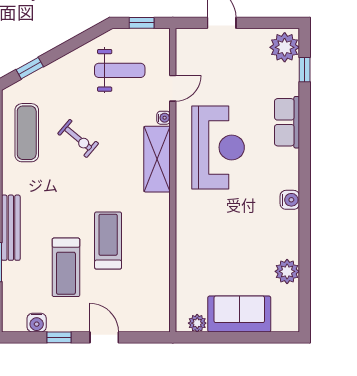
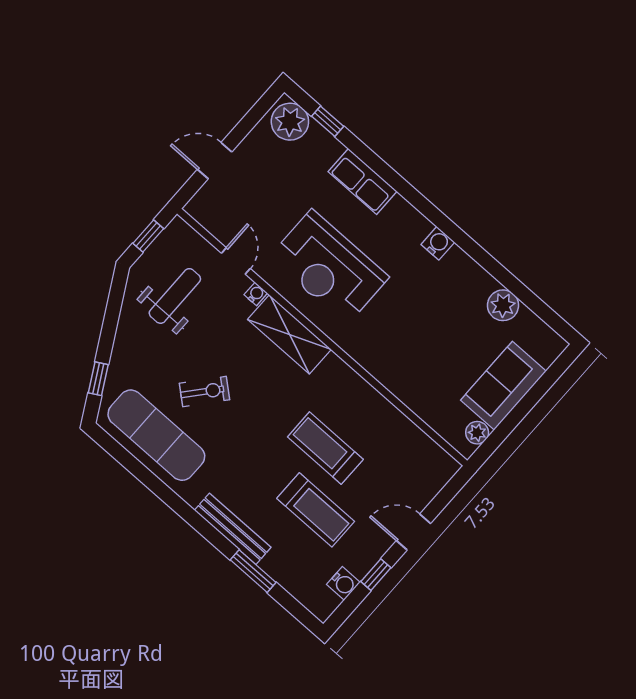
exercise mat: (27, 133) -> (156, 435), width x1.36, depth x1.45
reception desk: (218, 147) -> (329, 267), turned 180

